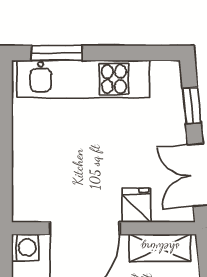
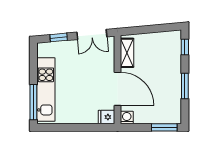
window: (57, 53) -> (33, 102), width x1.44
fridge: (136, 205) -> (107, 117), moved

